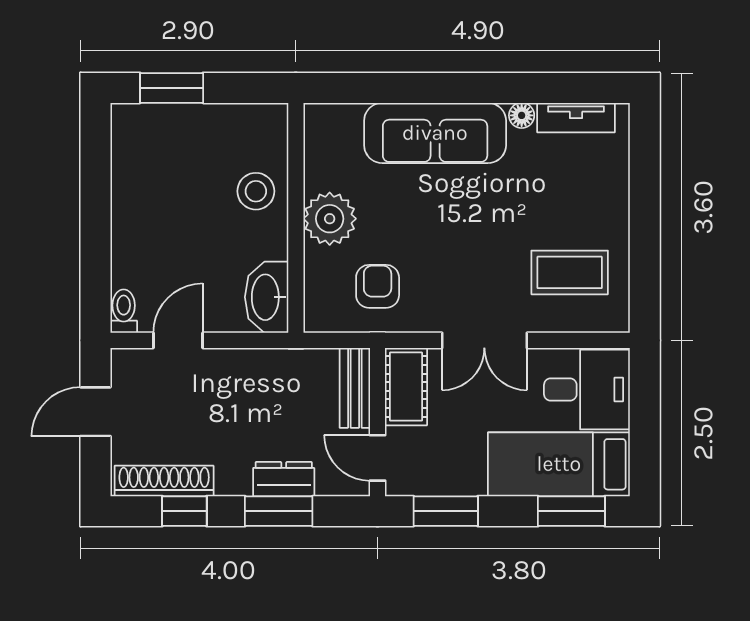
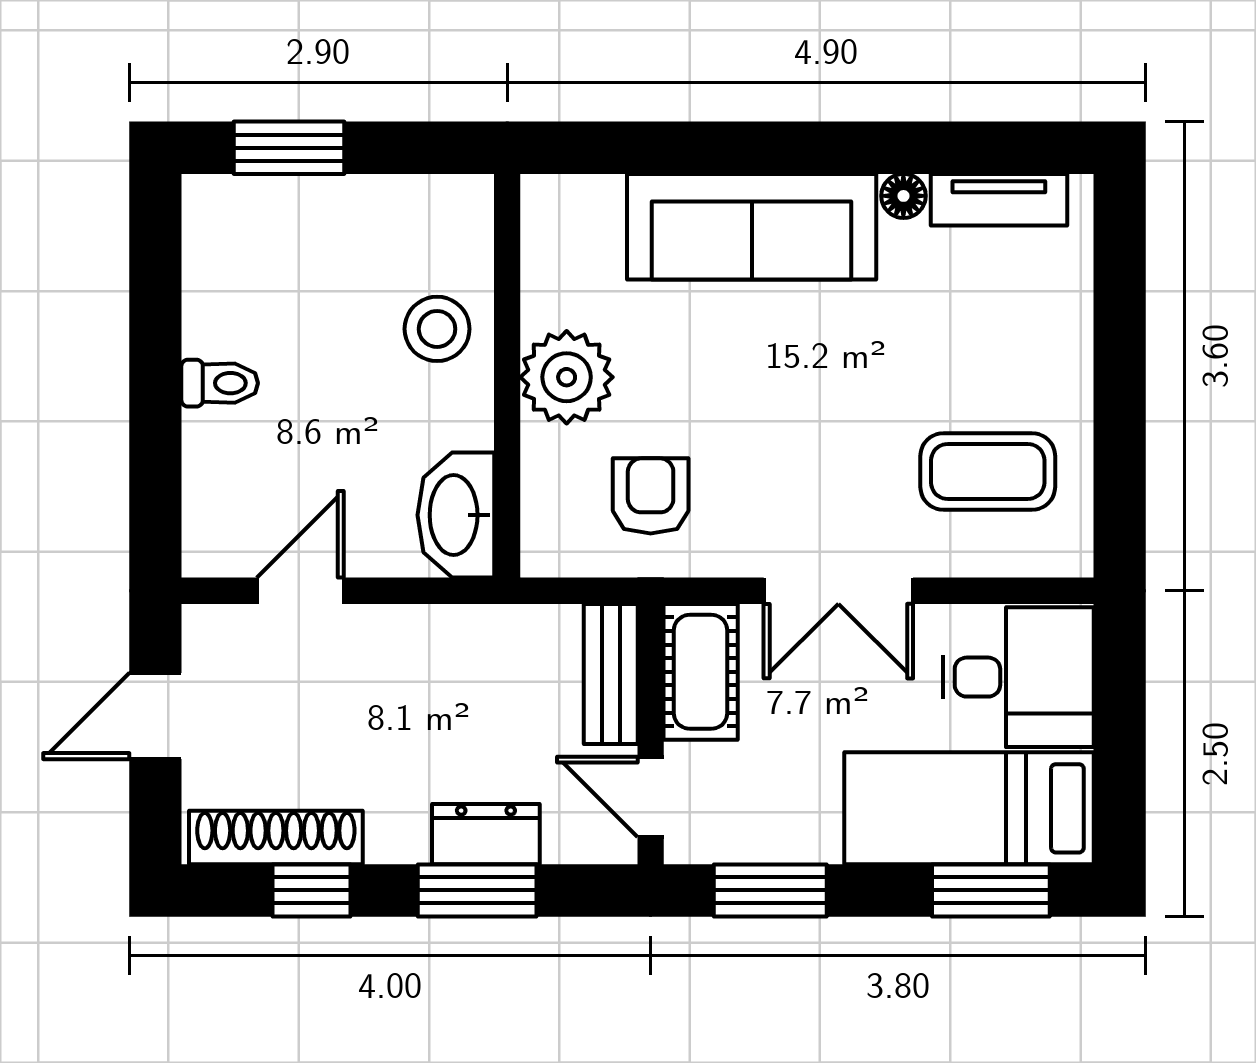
toilet: (124, 311) -> (220, 383), moved, turned 90

